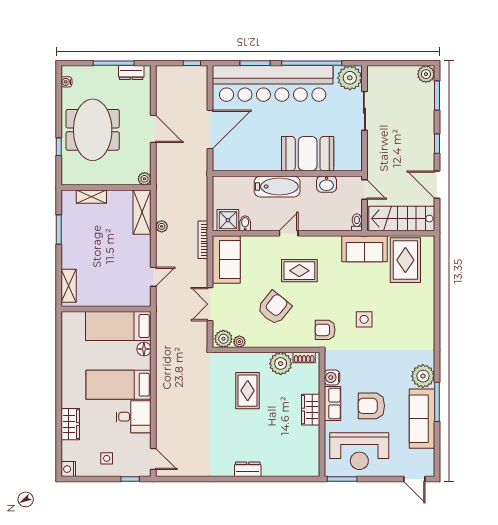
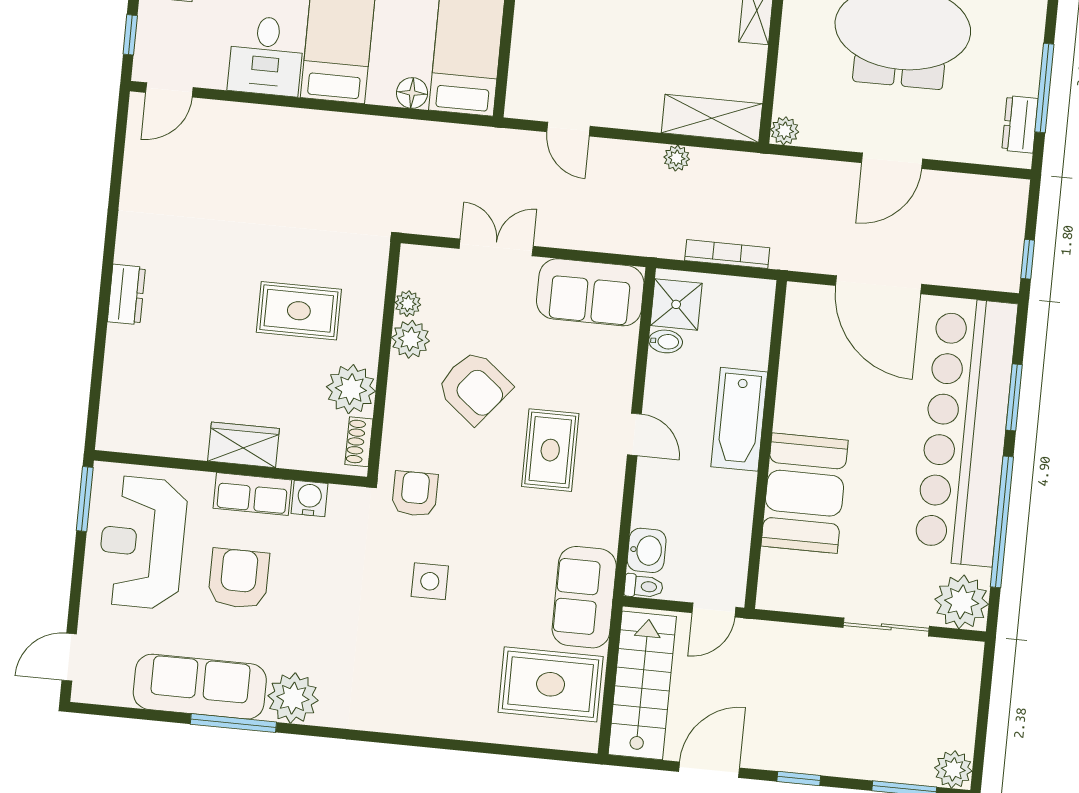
washbasin: (327, 184) -> (647, 550), moved, turned 180
bookcase: (203, 240) -> (727, 254), moved
plant: (223, 339) -> (411, 339), moved

